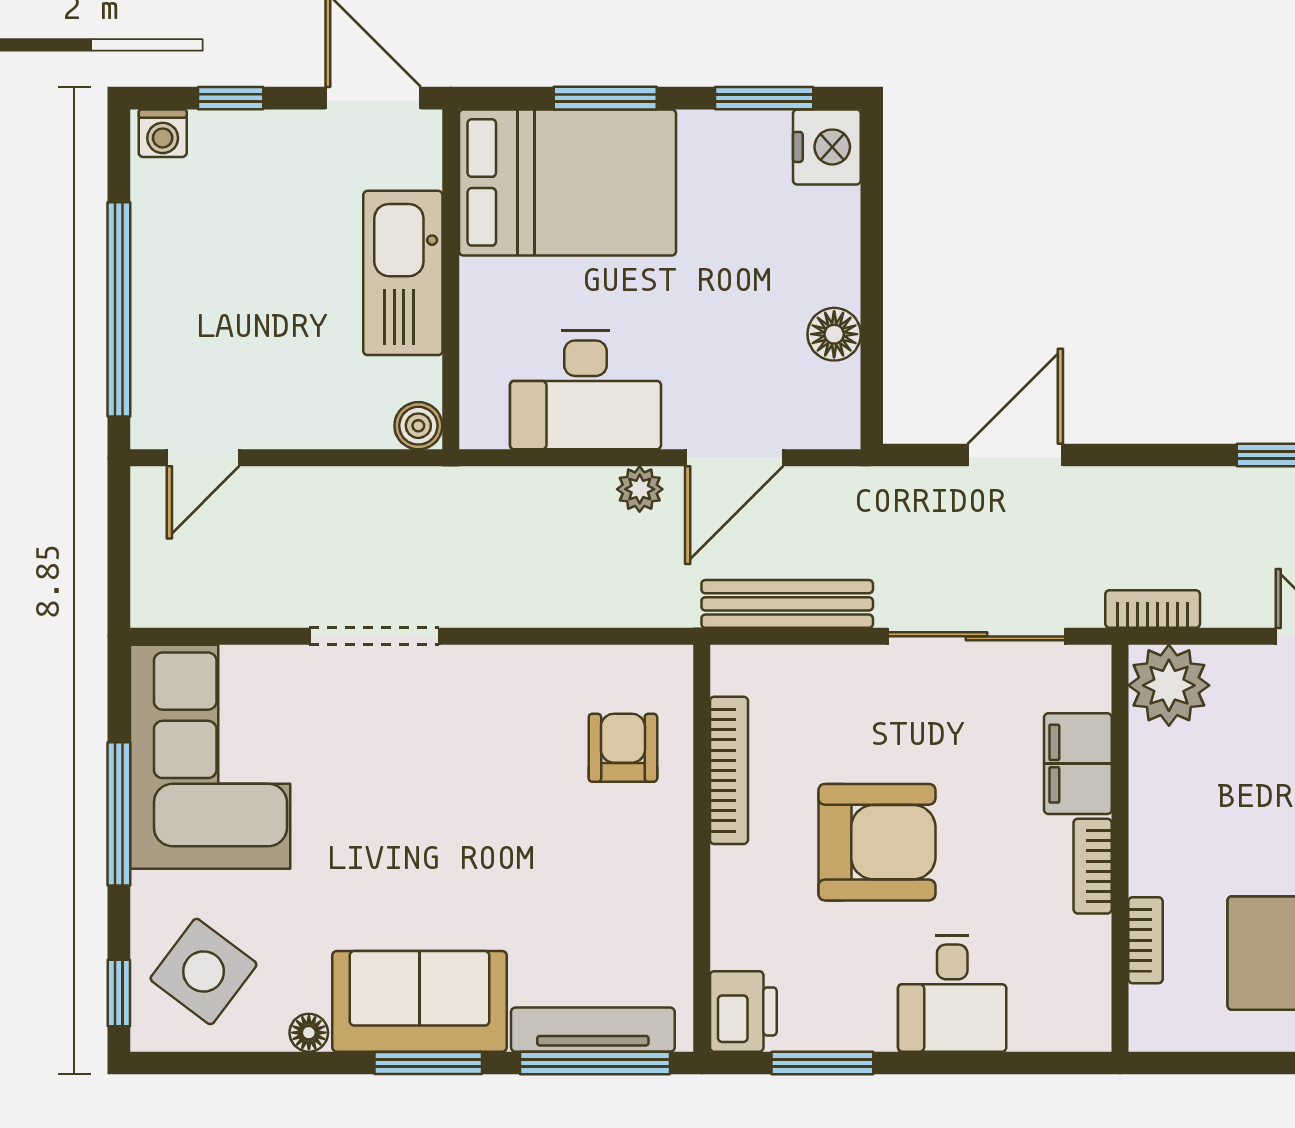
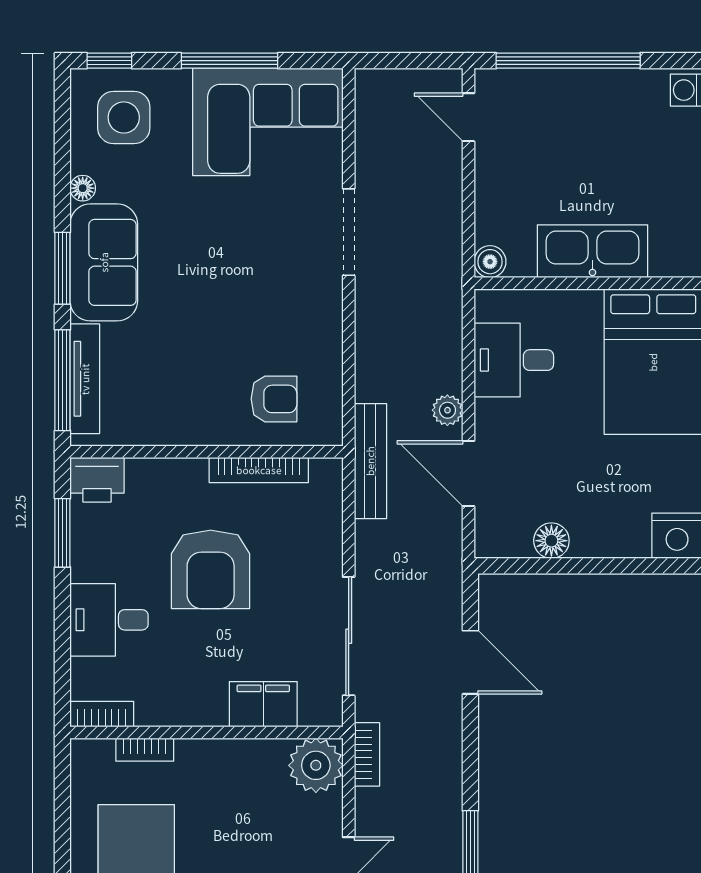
desk: (585, 390) -> (514, 360), width x0.73
bench: (787, 604) -> (370, 461), moved
bookcase: (1093, 866) -> (102, 714), moved
side table: (204, 972) -> (124, 117), turned -37

